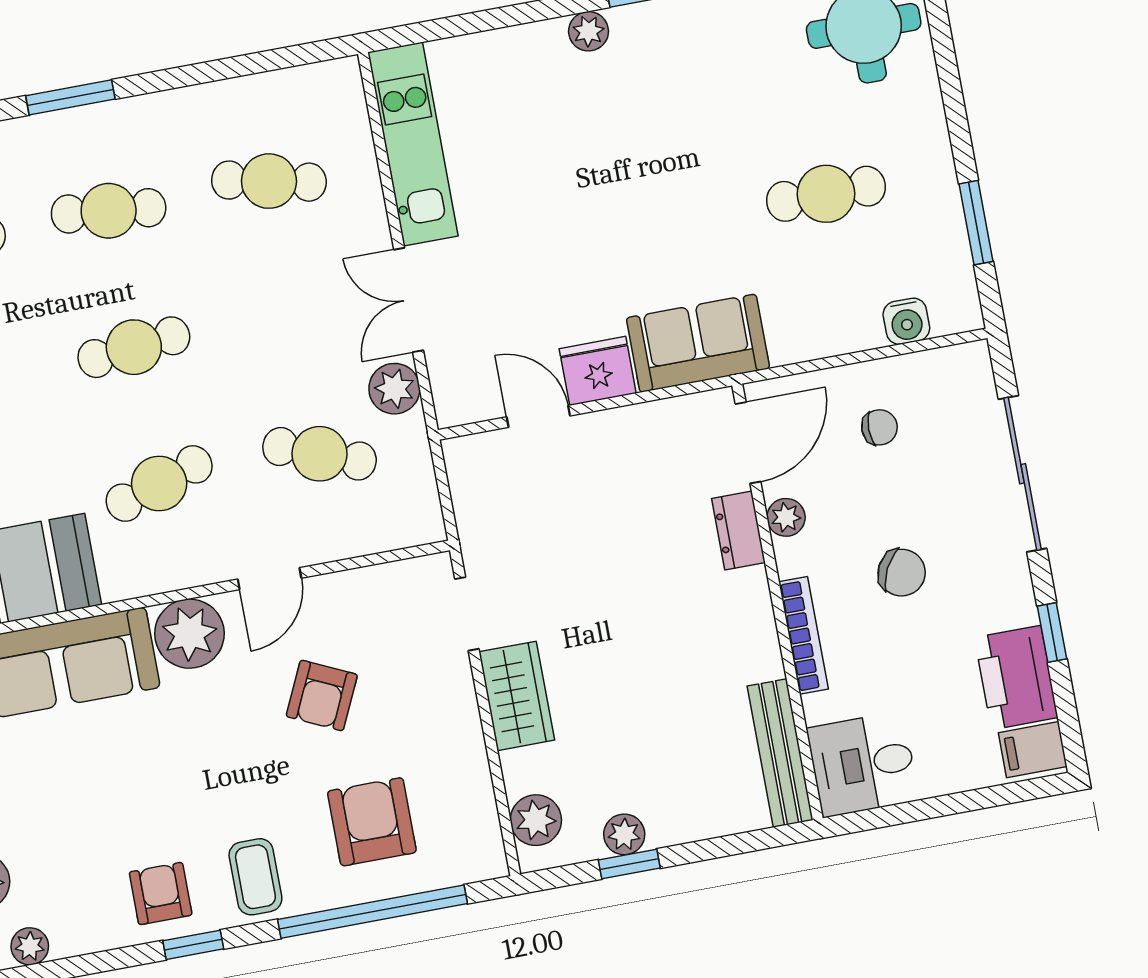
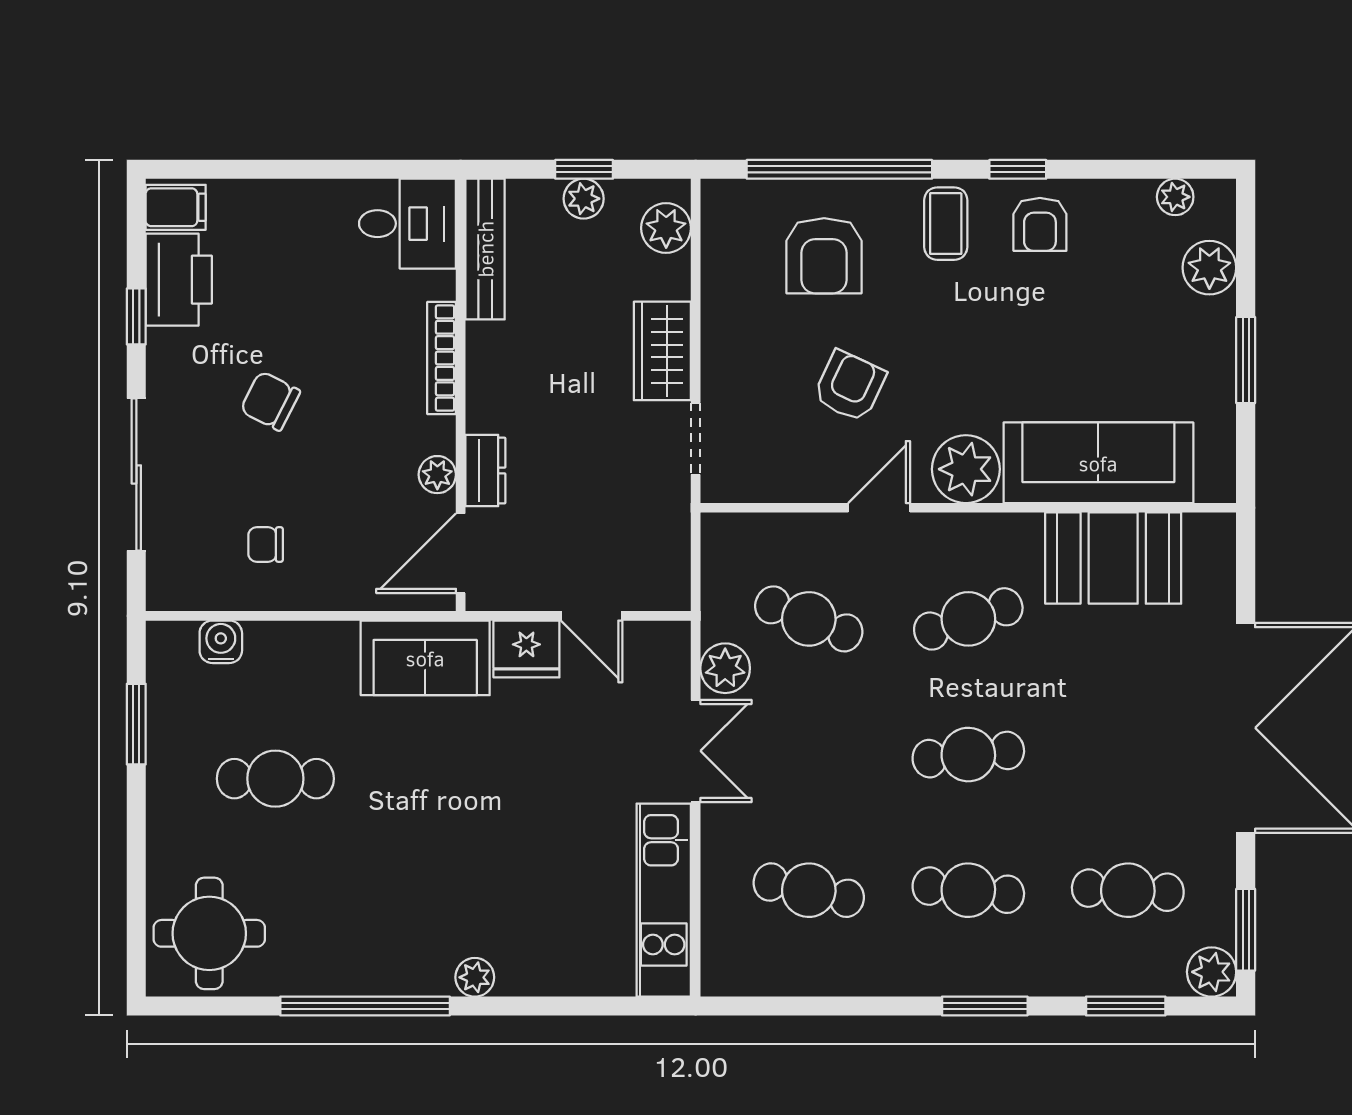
door: (748, 443) -> (461, 553), moved
plant: (786, 517) -> (437, 475), moved
dresser: (738, 530) -> (485, 471), moved
wall: (777, 602) -> (461, 395), moved
bookcase: (803, 635) -> (442, 358), moved
bench: (780, 753) -> (485, 249), moved
desk: (863, 764) -> (407, 224), moved

